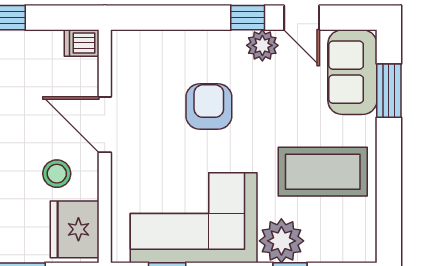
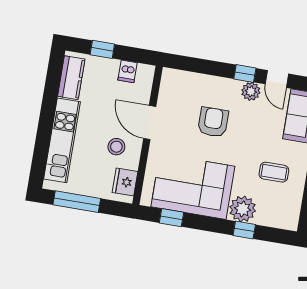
dishwasher: (82, 43) -> (128, 71), moved, turned -90
coffee table: (323, 172) -> (274, 172), width x0.54, depth x0.58
fridge: (75, 229) -> (125, 182), width x0.73, depth x0.75

